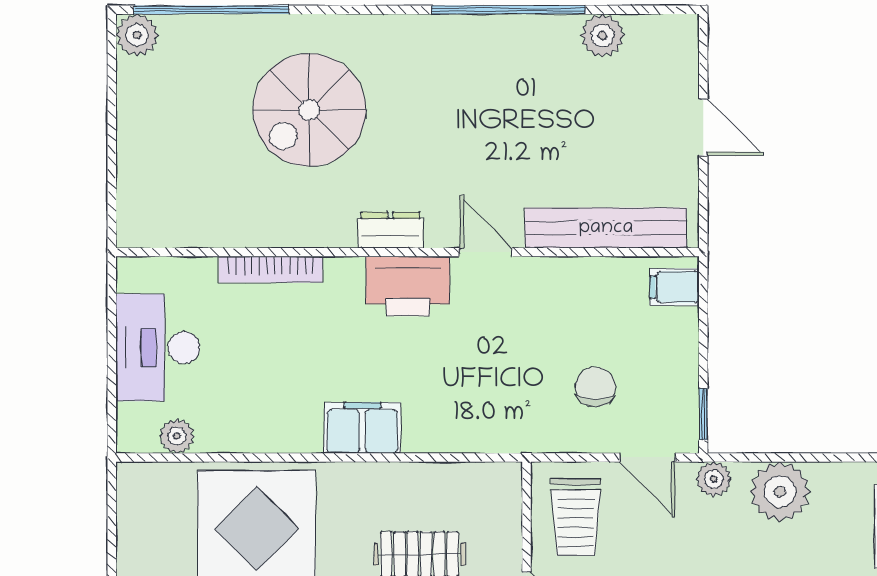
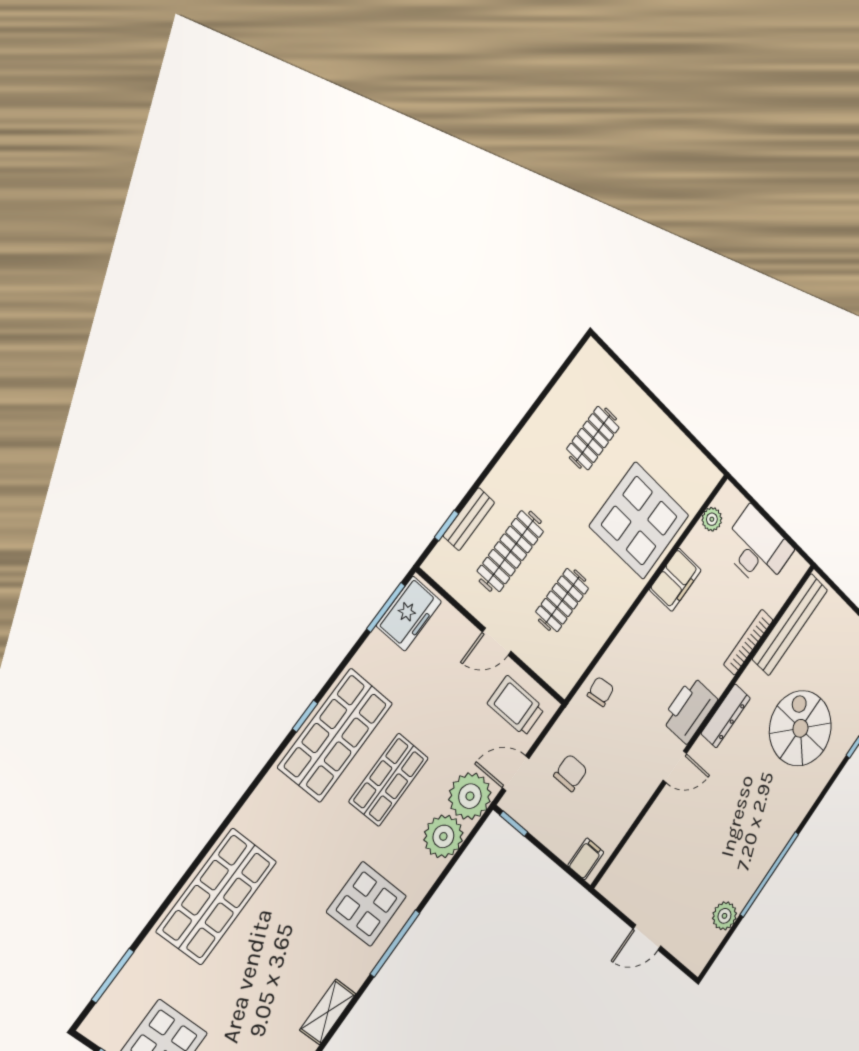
bench: (606, 228) -> (790, 624), moved
dresser: (391, 230) -> (726, 716), width x1.44
chair: (595, 387) -> (571, 773), turned -90
chair: (479, 422) -> (601, 692), added
filing cabinet: (362, 428) -> (675, 580), moved
plant: (714, 479) -> (470, 796), width x1.88, depth x1.88

